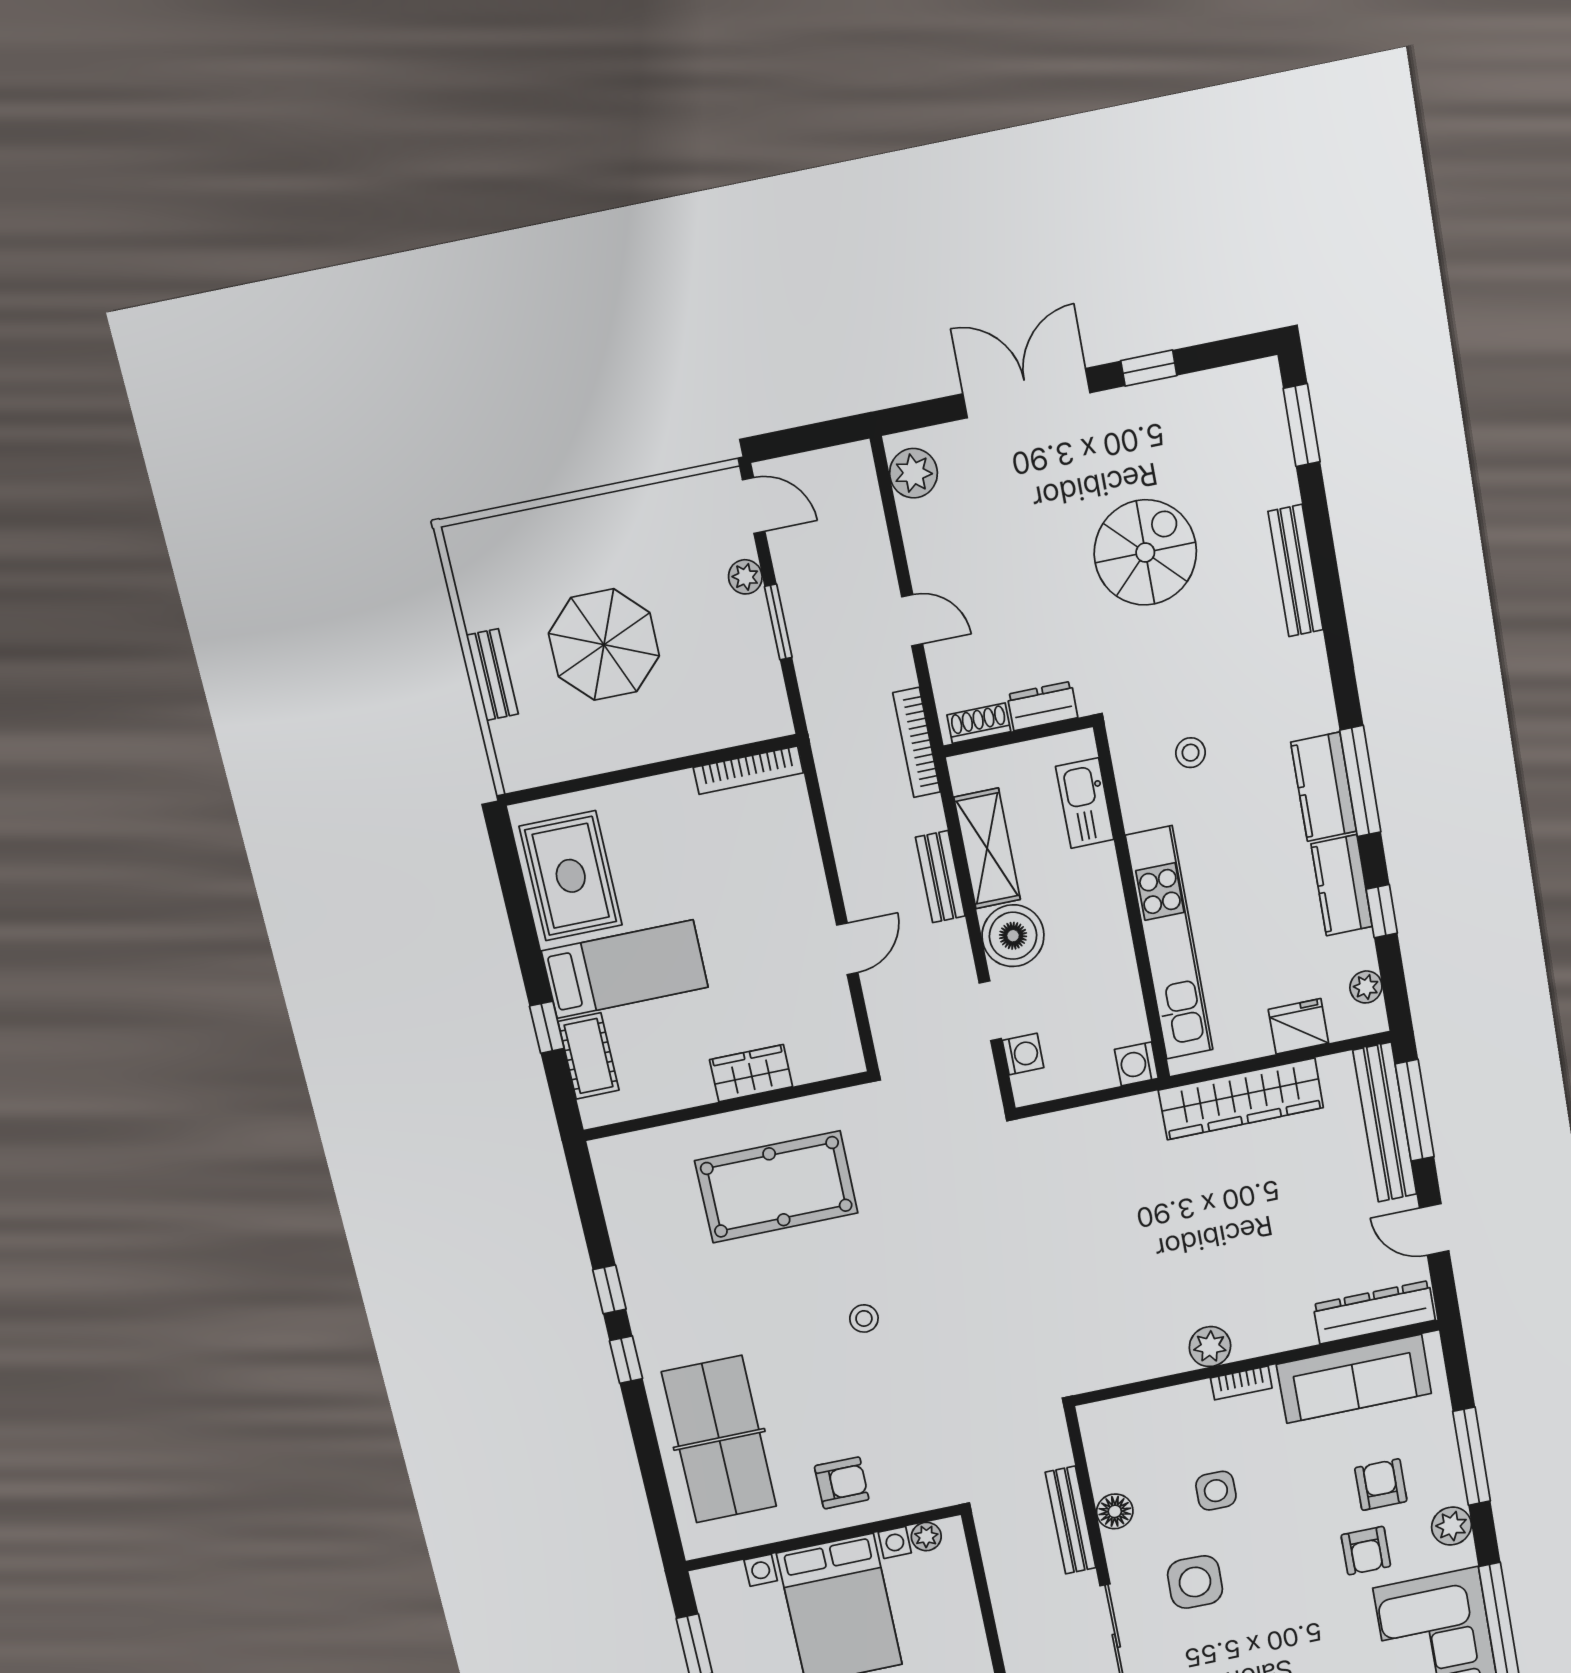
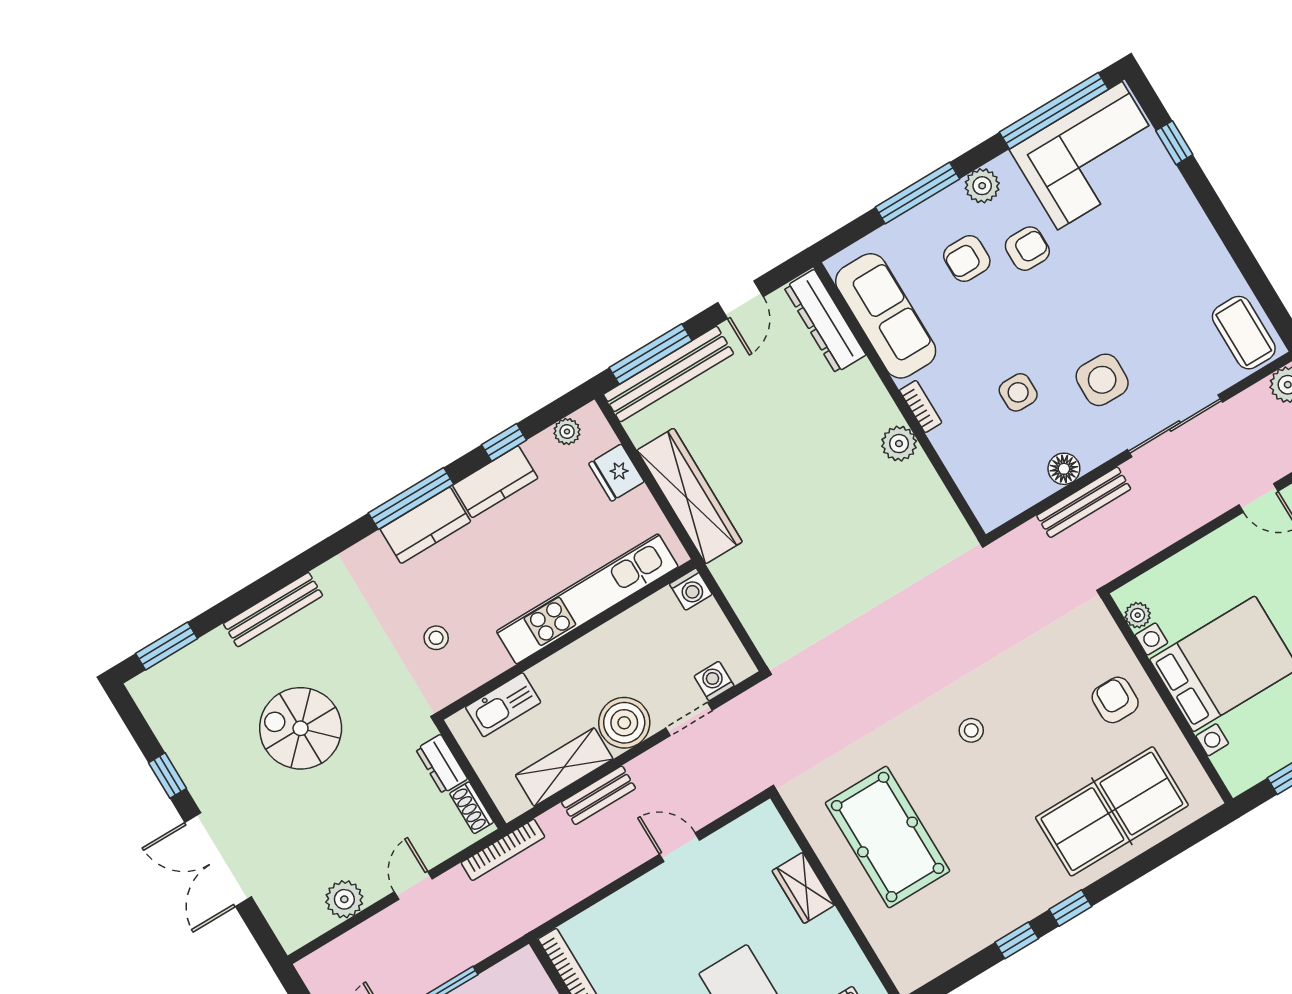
plant: (914, 473) -> (344, 899), moved

